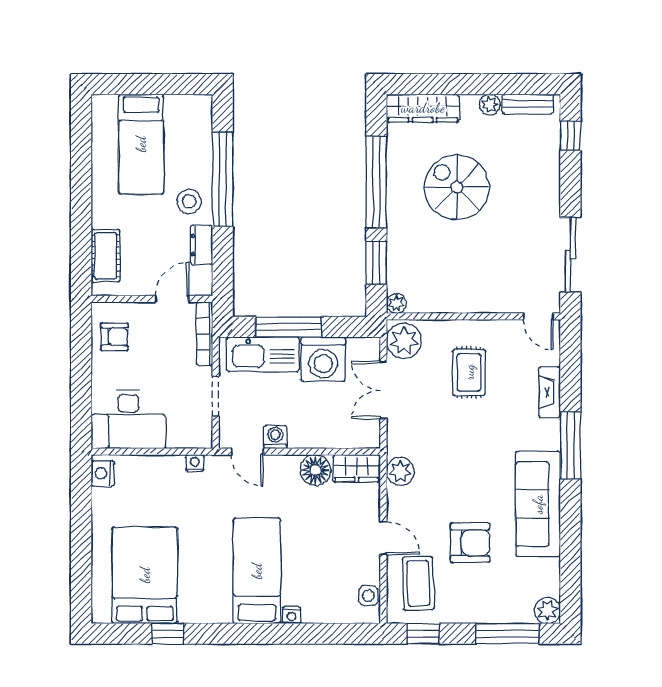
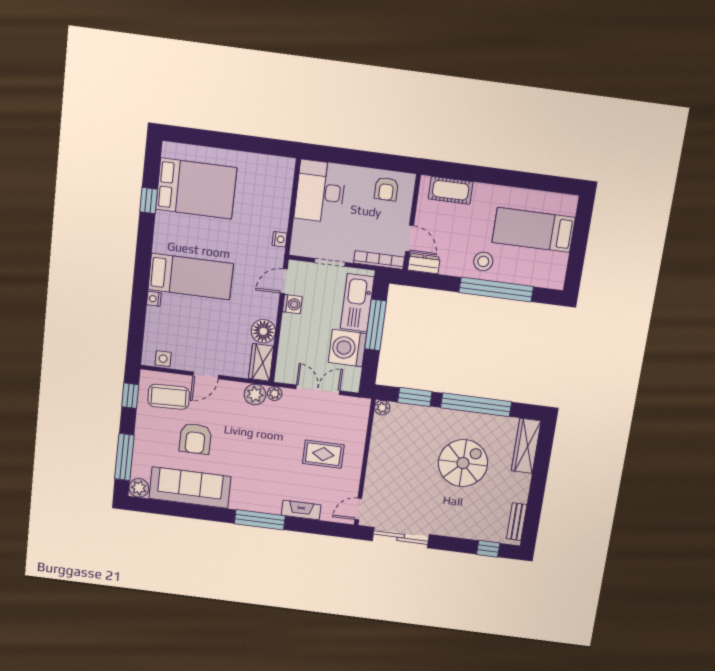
plant: (490, 105) -> (521, 495), removed
dresser: (202, 245) -> (424, 264), moved
plant: (404, 341) -> (275, 394), moved, width x0.53, depth x0.53
nightstand: (103, 473) -> (280, 166), removed
sofa: (538, 504) -> (190, 488), moved

